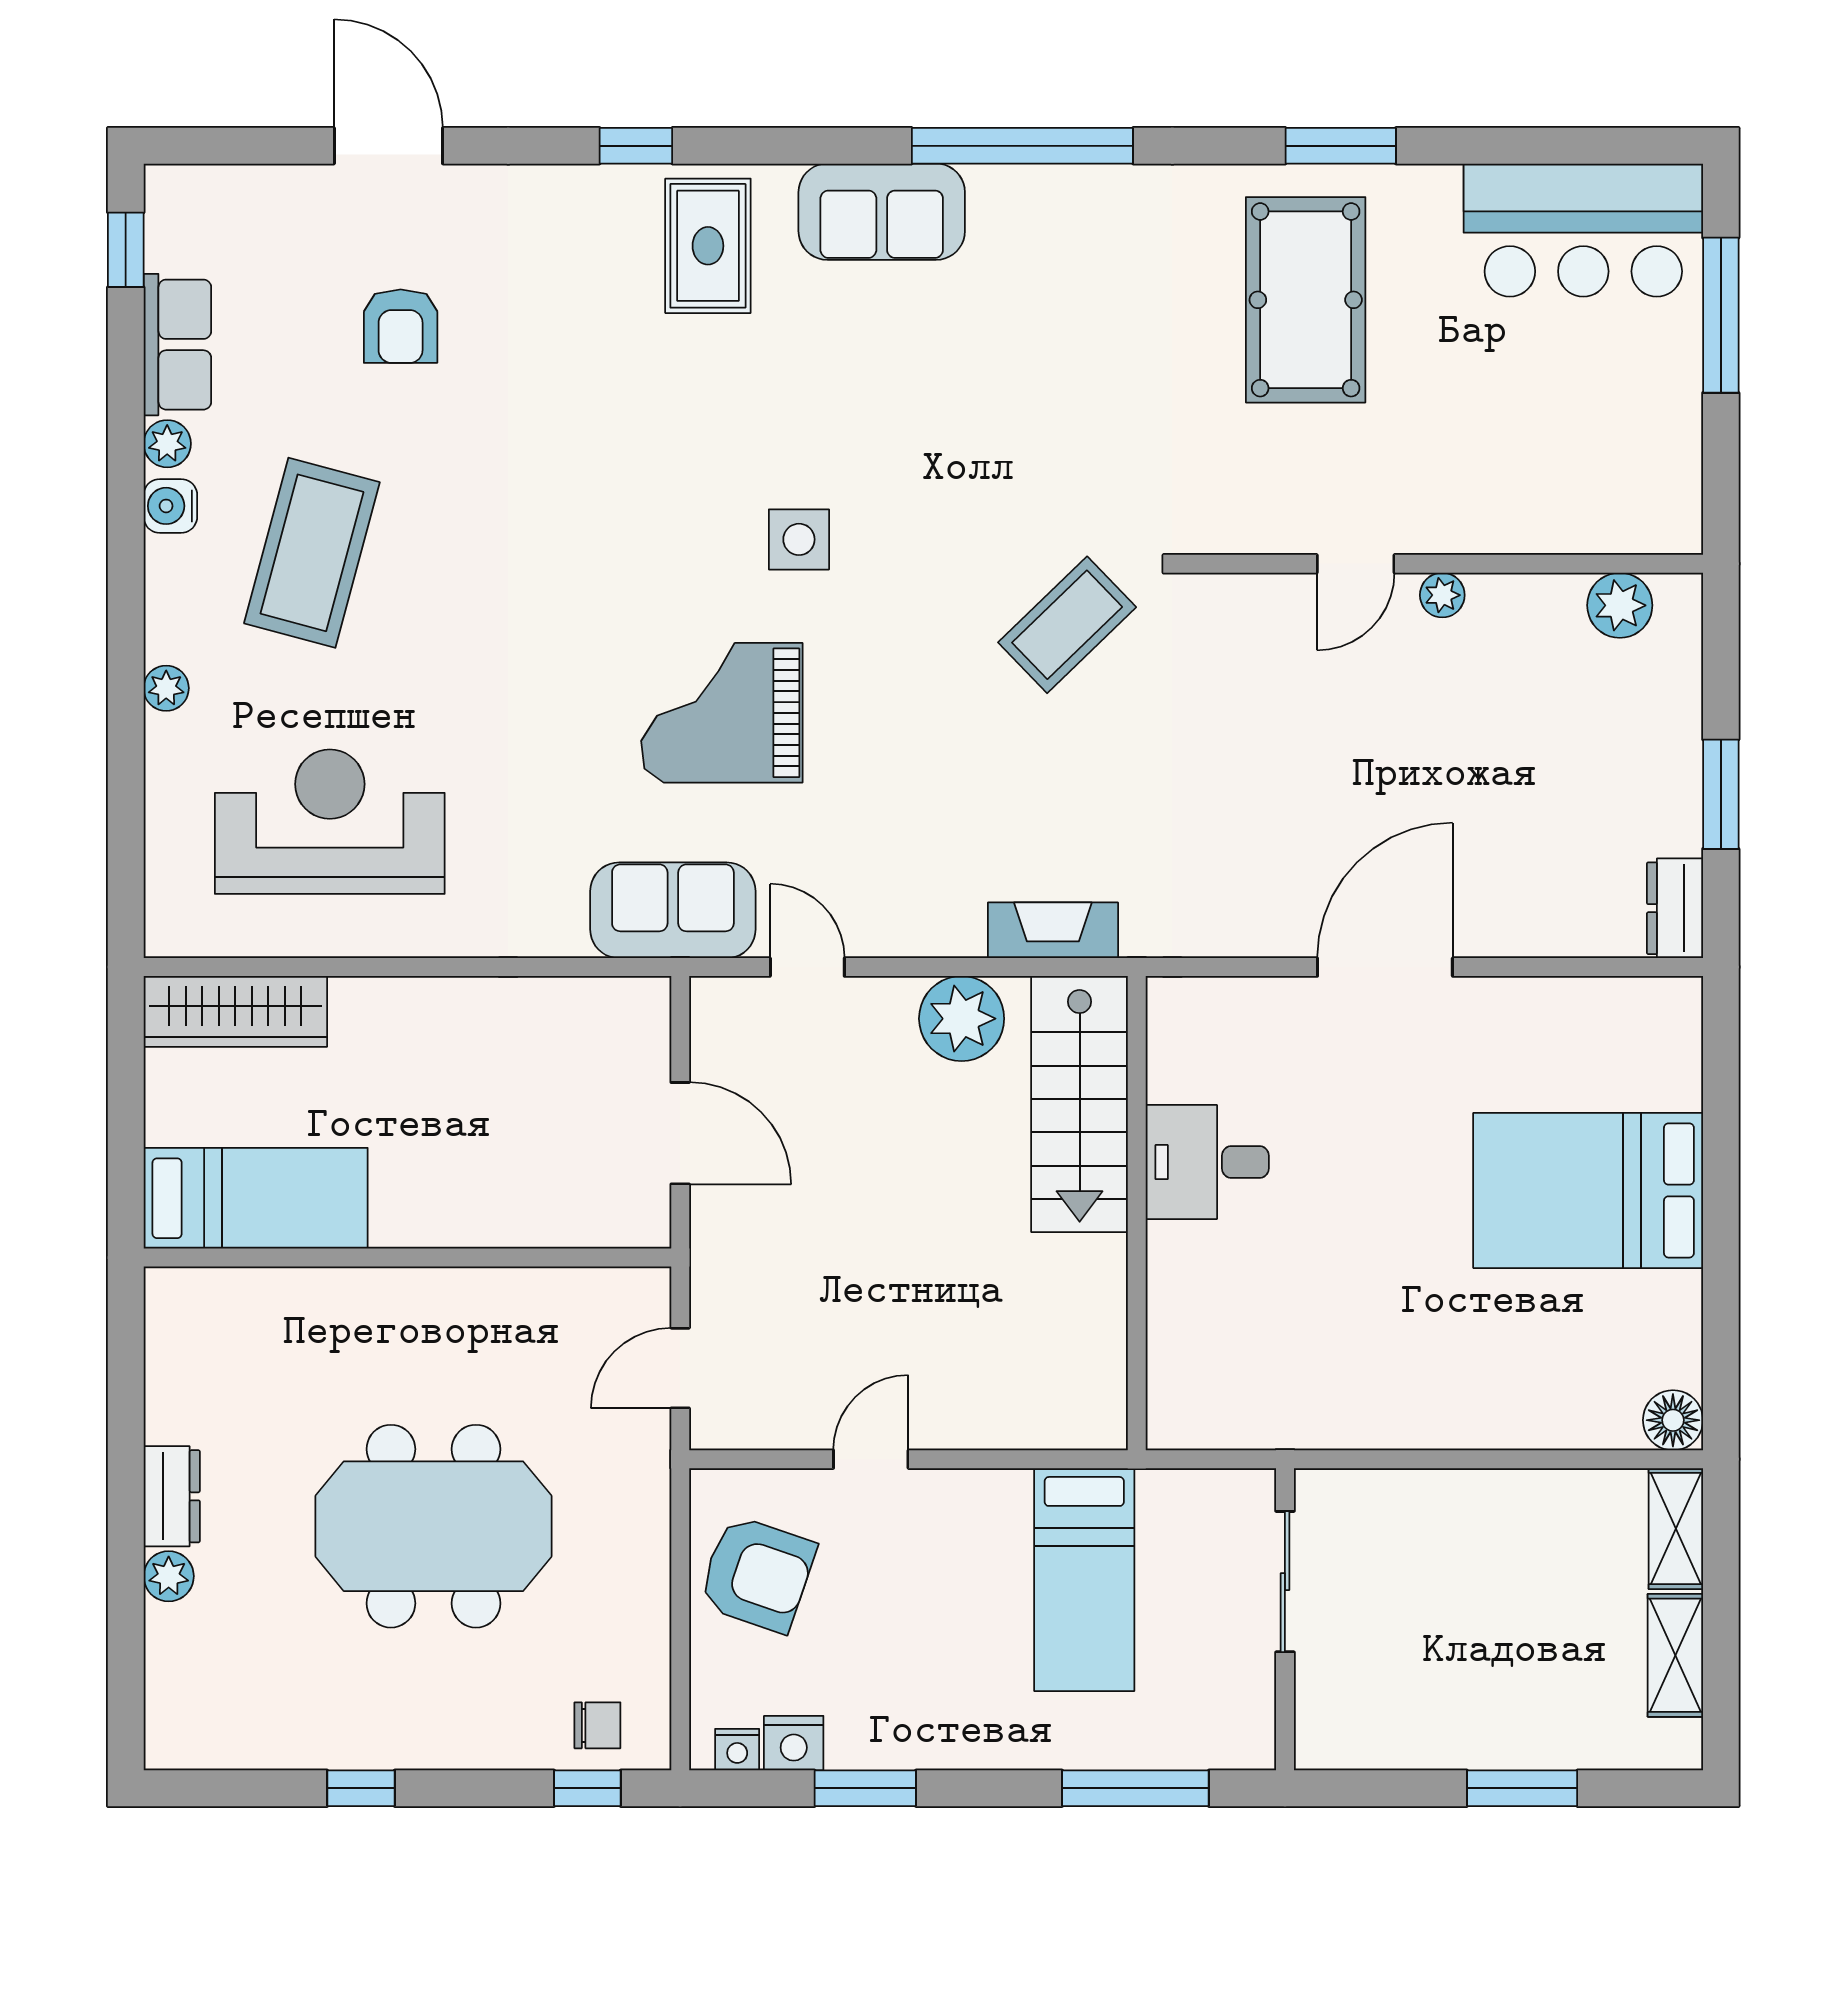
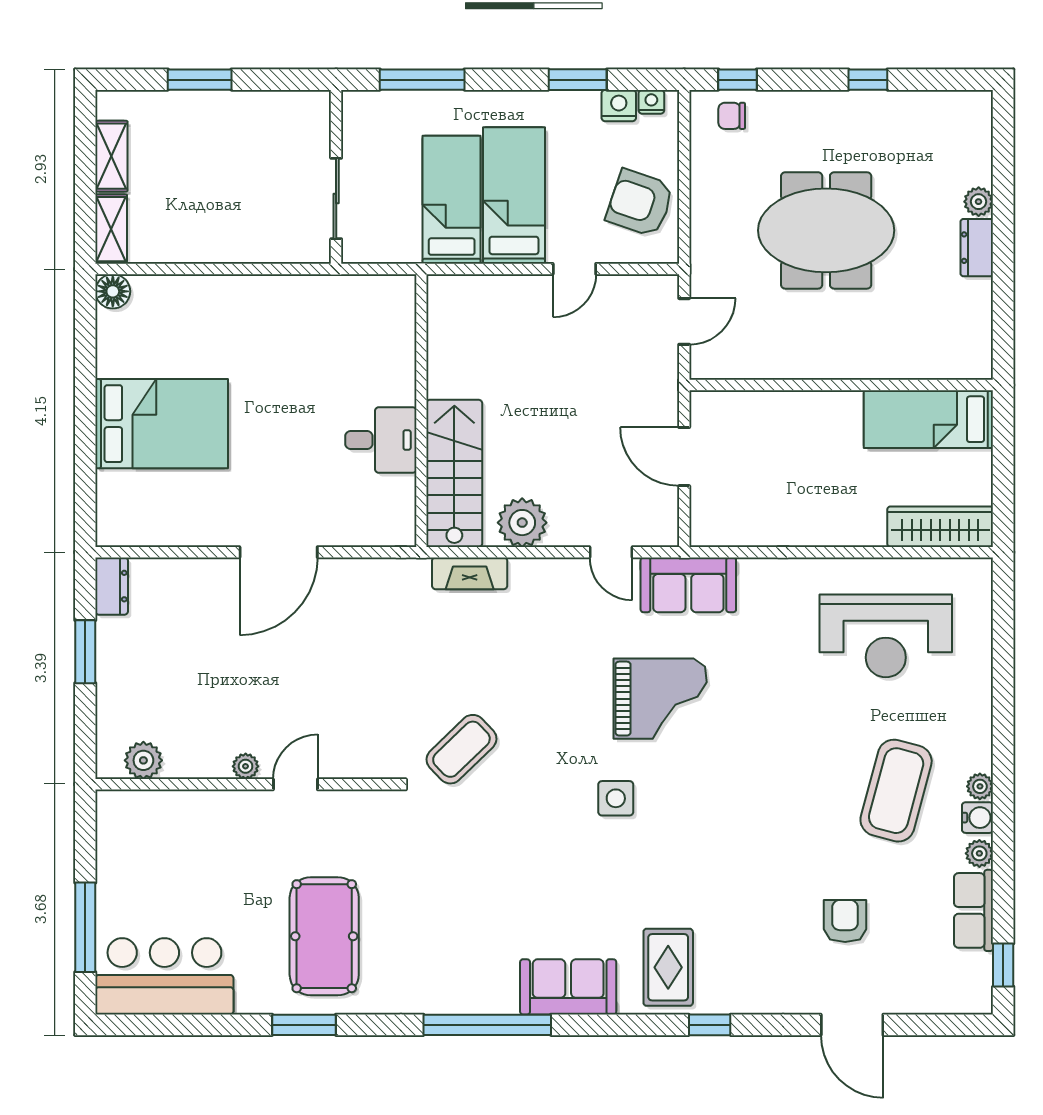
plant: (166, 688) -> (980, 786), moved
bed: (976, 1587) -> (514, 195), added

